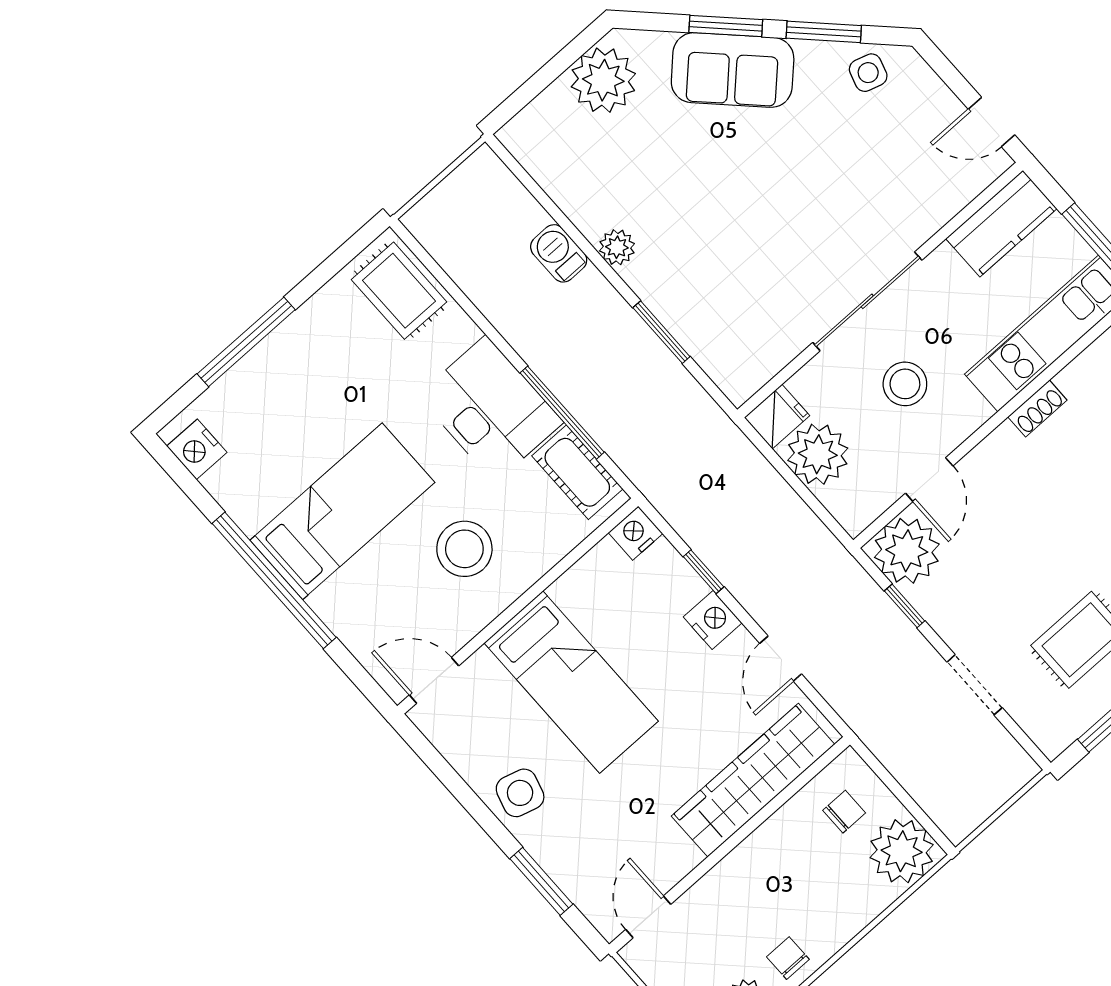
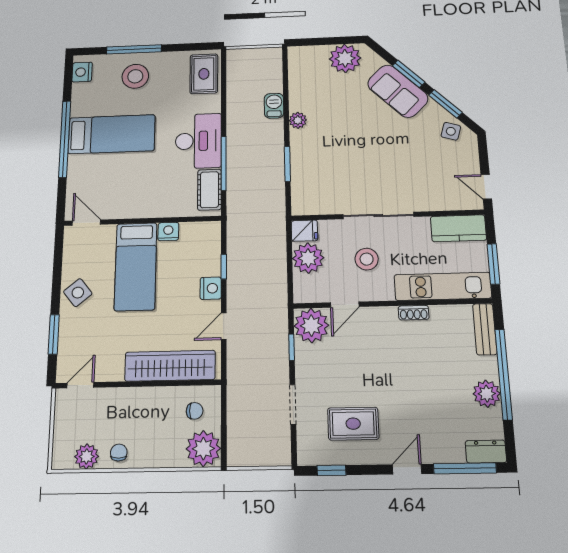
nightstand: (635, 533) -> (168, 232), moved
stool: (464, 549) -> (135, 76), moved
side table: (520, 793) -> (78, 293), turned 35

